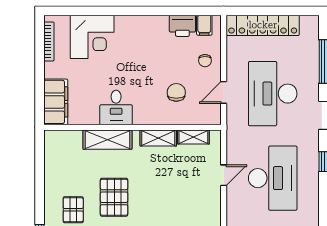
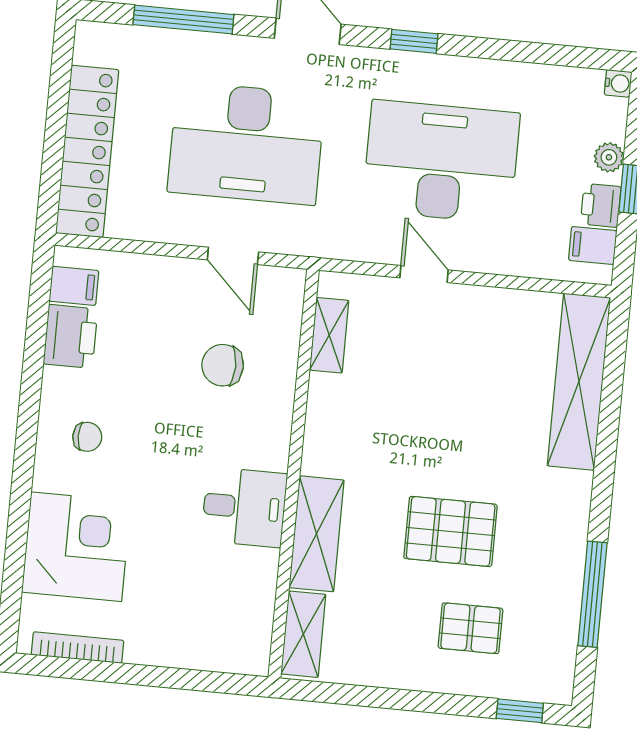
chair: (205, 61) -> (87, 437), moved
filing cabinet: (56, 102) -> (218, 645), removed
shelving: (158, 138) -> (303, 634), moved

